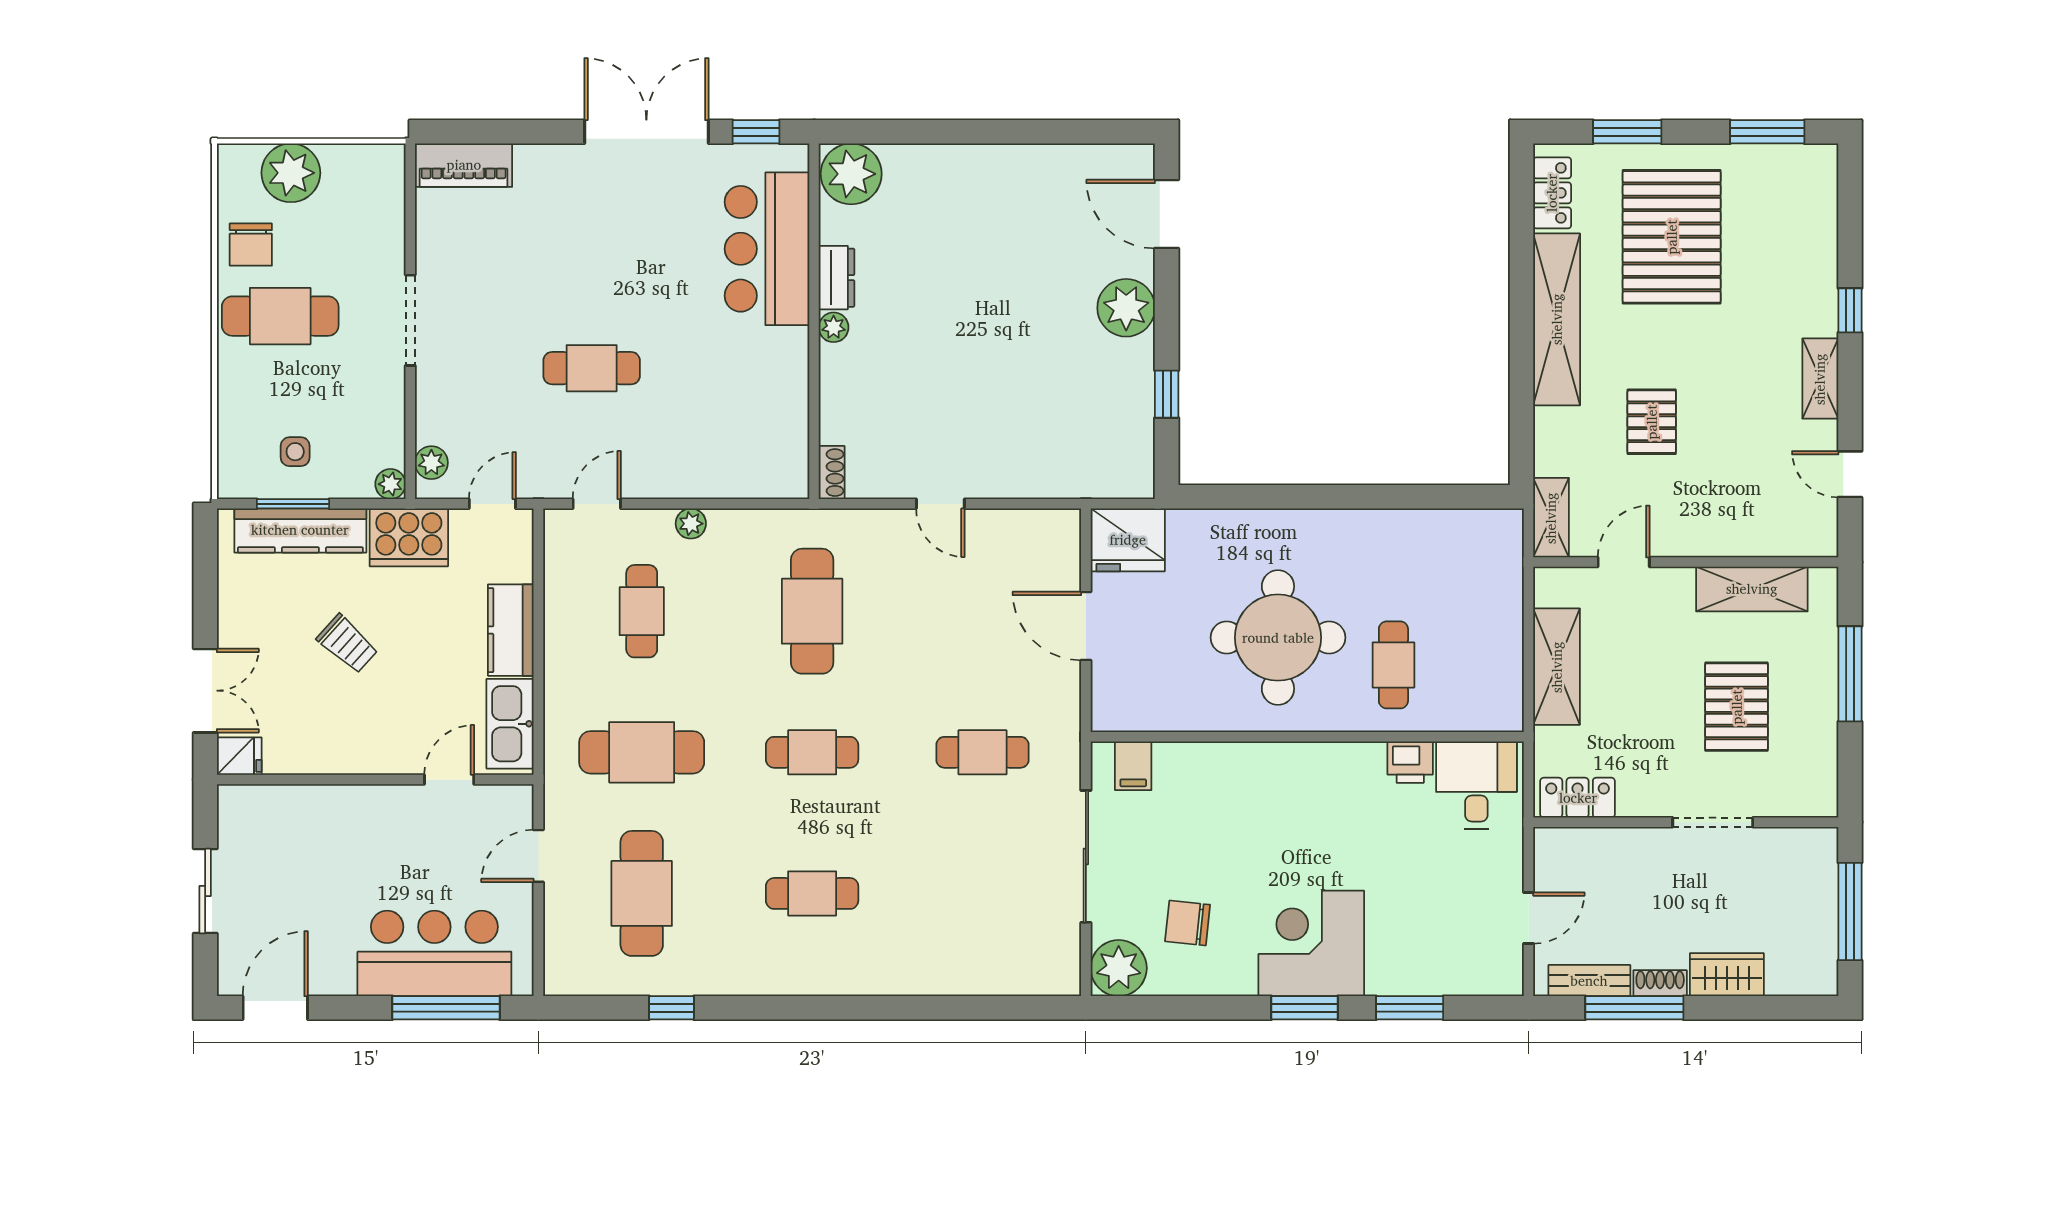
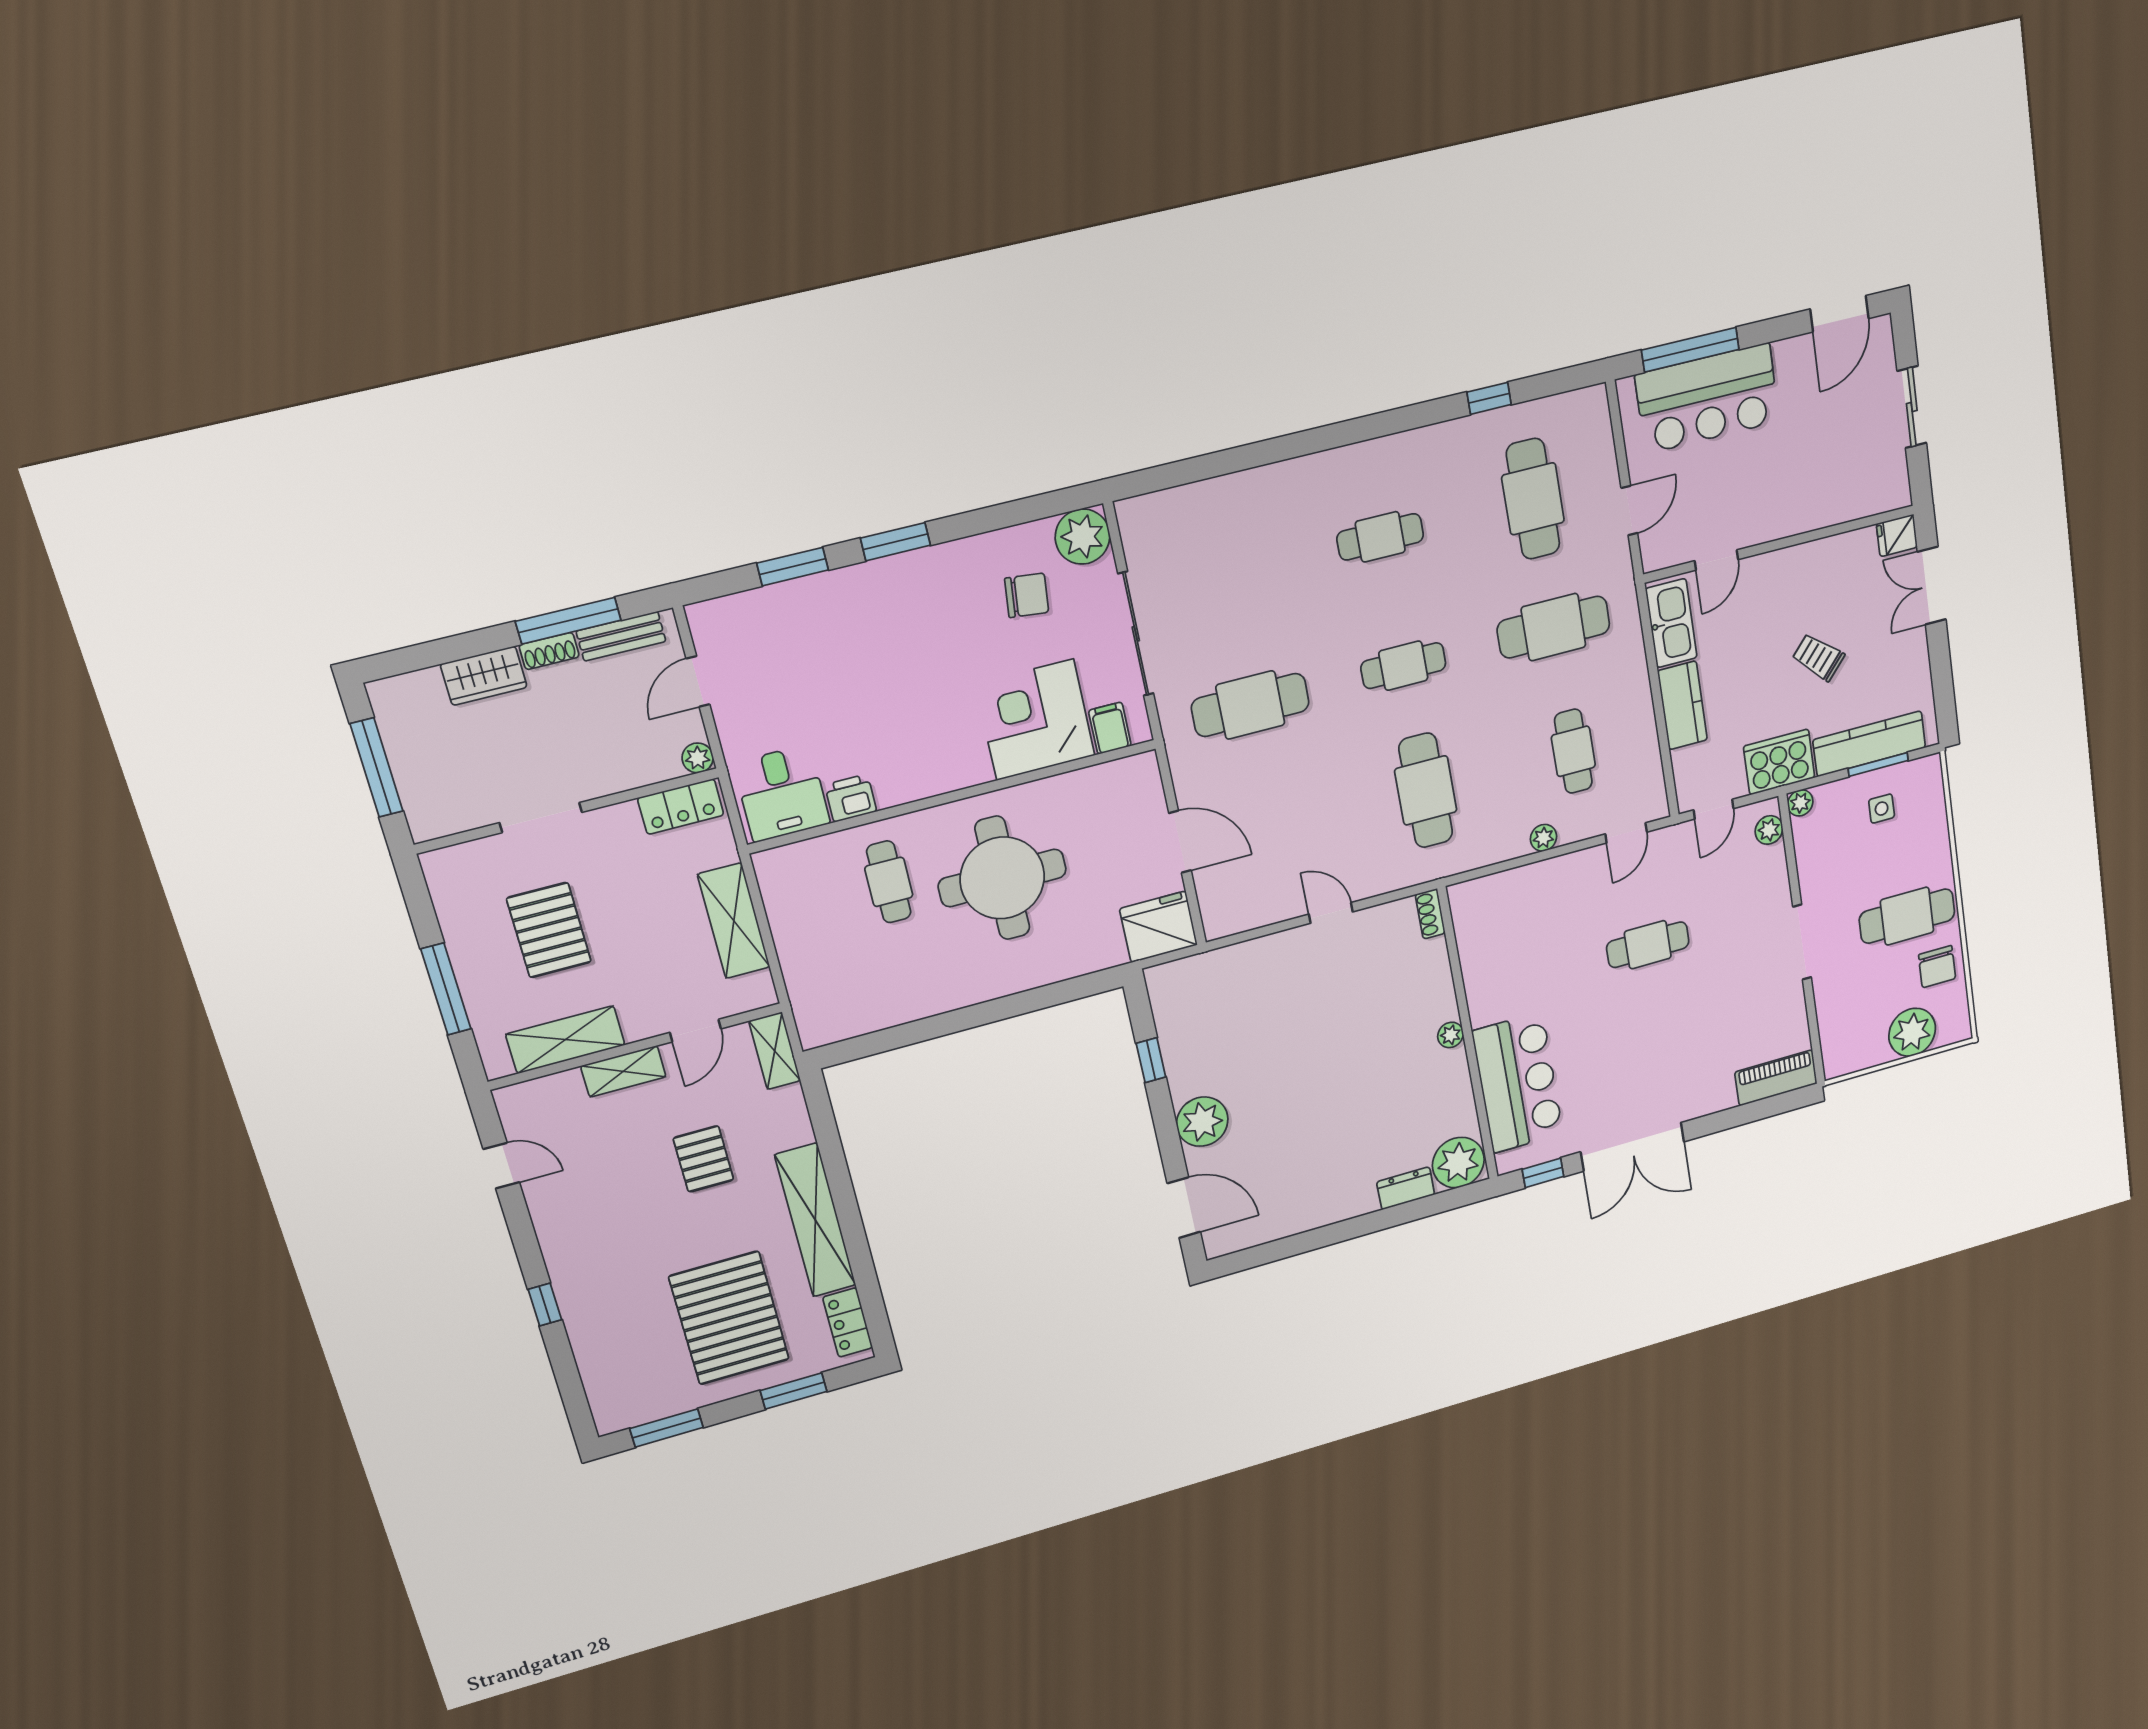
chair: (251, 245) -> (1937, 967), turned 180
dresser: (837, 278) -> (1406, 1188), moved, turned 90
shelving: (1820, 379) -> (623, 1071), moved, turned 90
cafe table: (983, 752) -> (1250, 705), width x1.37, depth x1.35
plant: (1549, 842) -> (698, 758), added
corner desk: (1311, 943) -> (1035, 720), moved, turned 180

